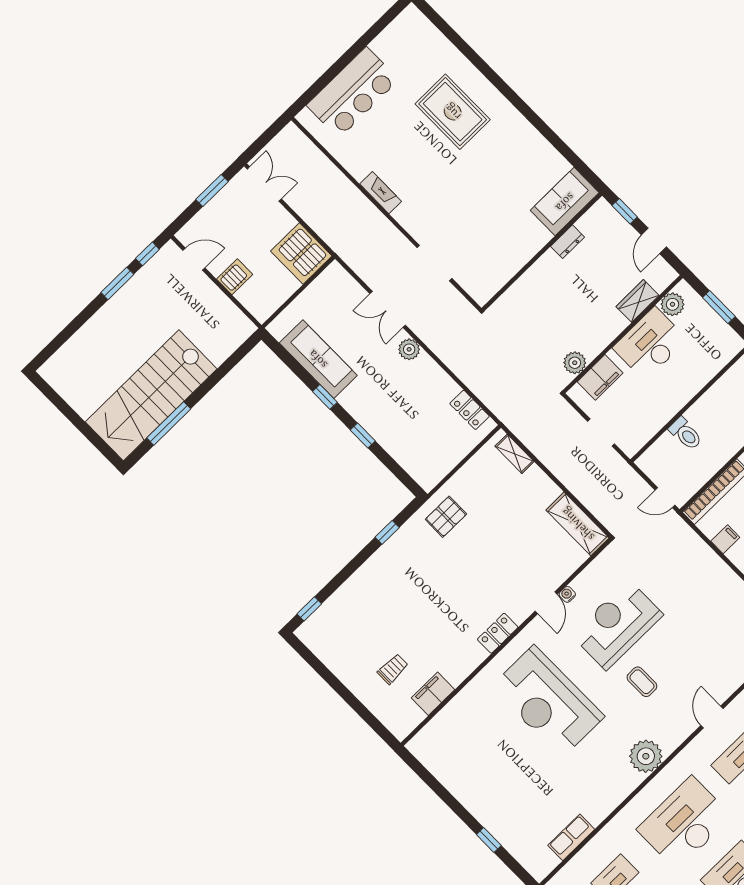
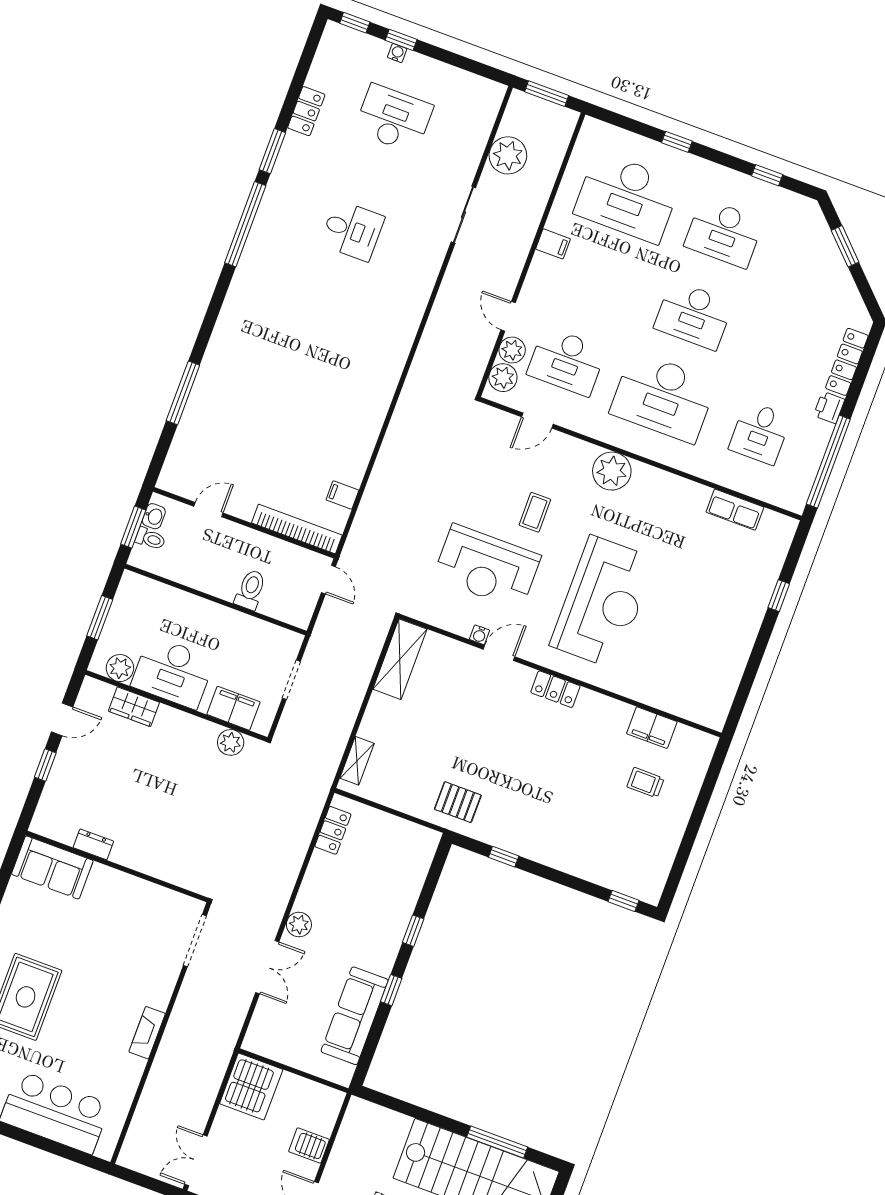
sofa: (565, 202) -> (52, 867), moved
dresser: (567, 242) -> (93, 844), moved
wall: (542, 252) -> (117, 866), moved

